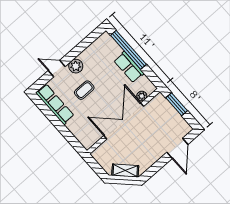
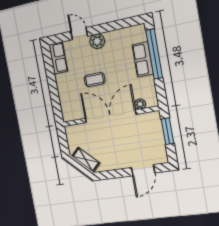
row of seats: (129, 67) -> (143, 59), moved
coffee table: (84, 90) -> (95, 79), moved
row of seats: (55, 104) -> (58, 58), width x0.68

